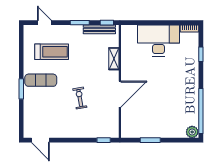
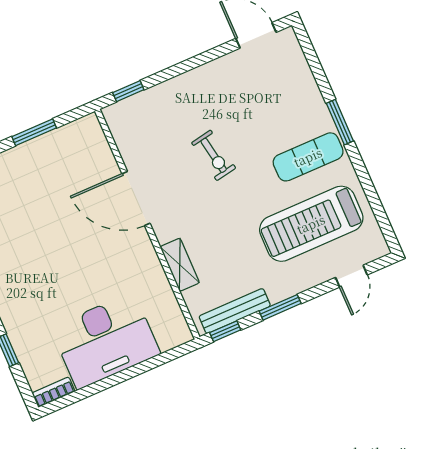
door: (44, 23) -> (351, 276), hinge flipped
treadmill: (52, 52) -> (311, 224), width x1.37, depth x1.38
door: (120, 94) -> (136, 198), hinge flipped

